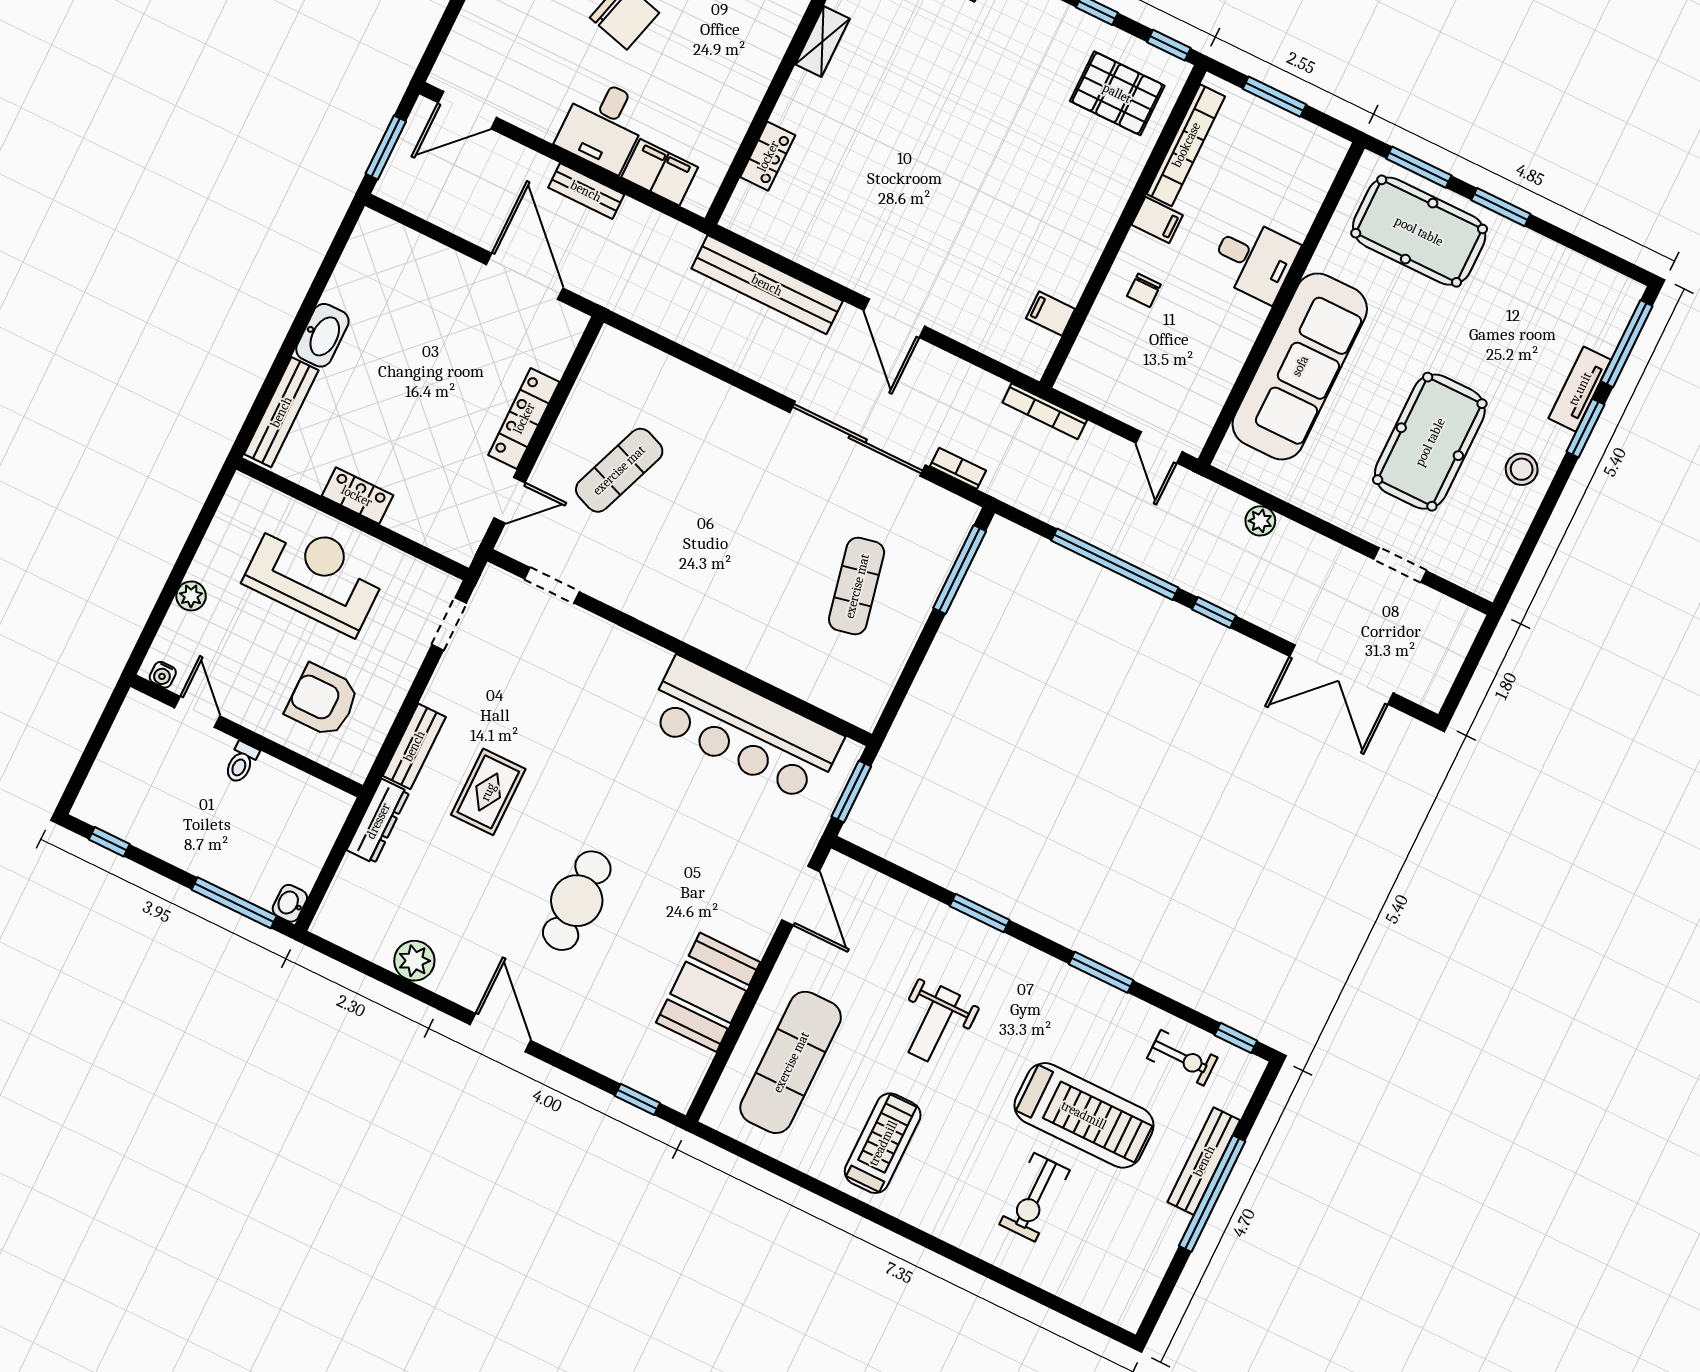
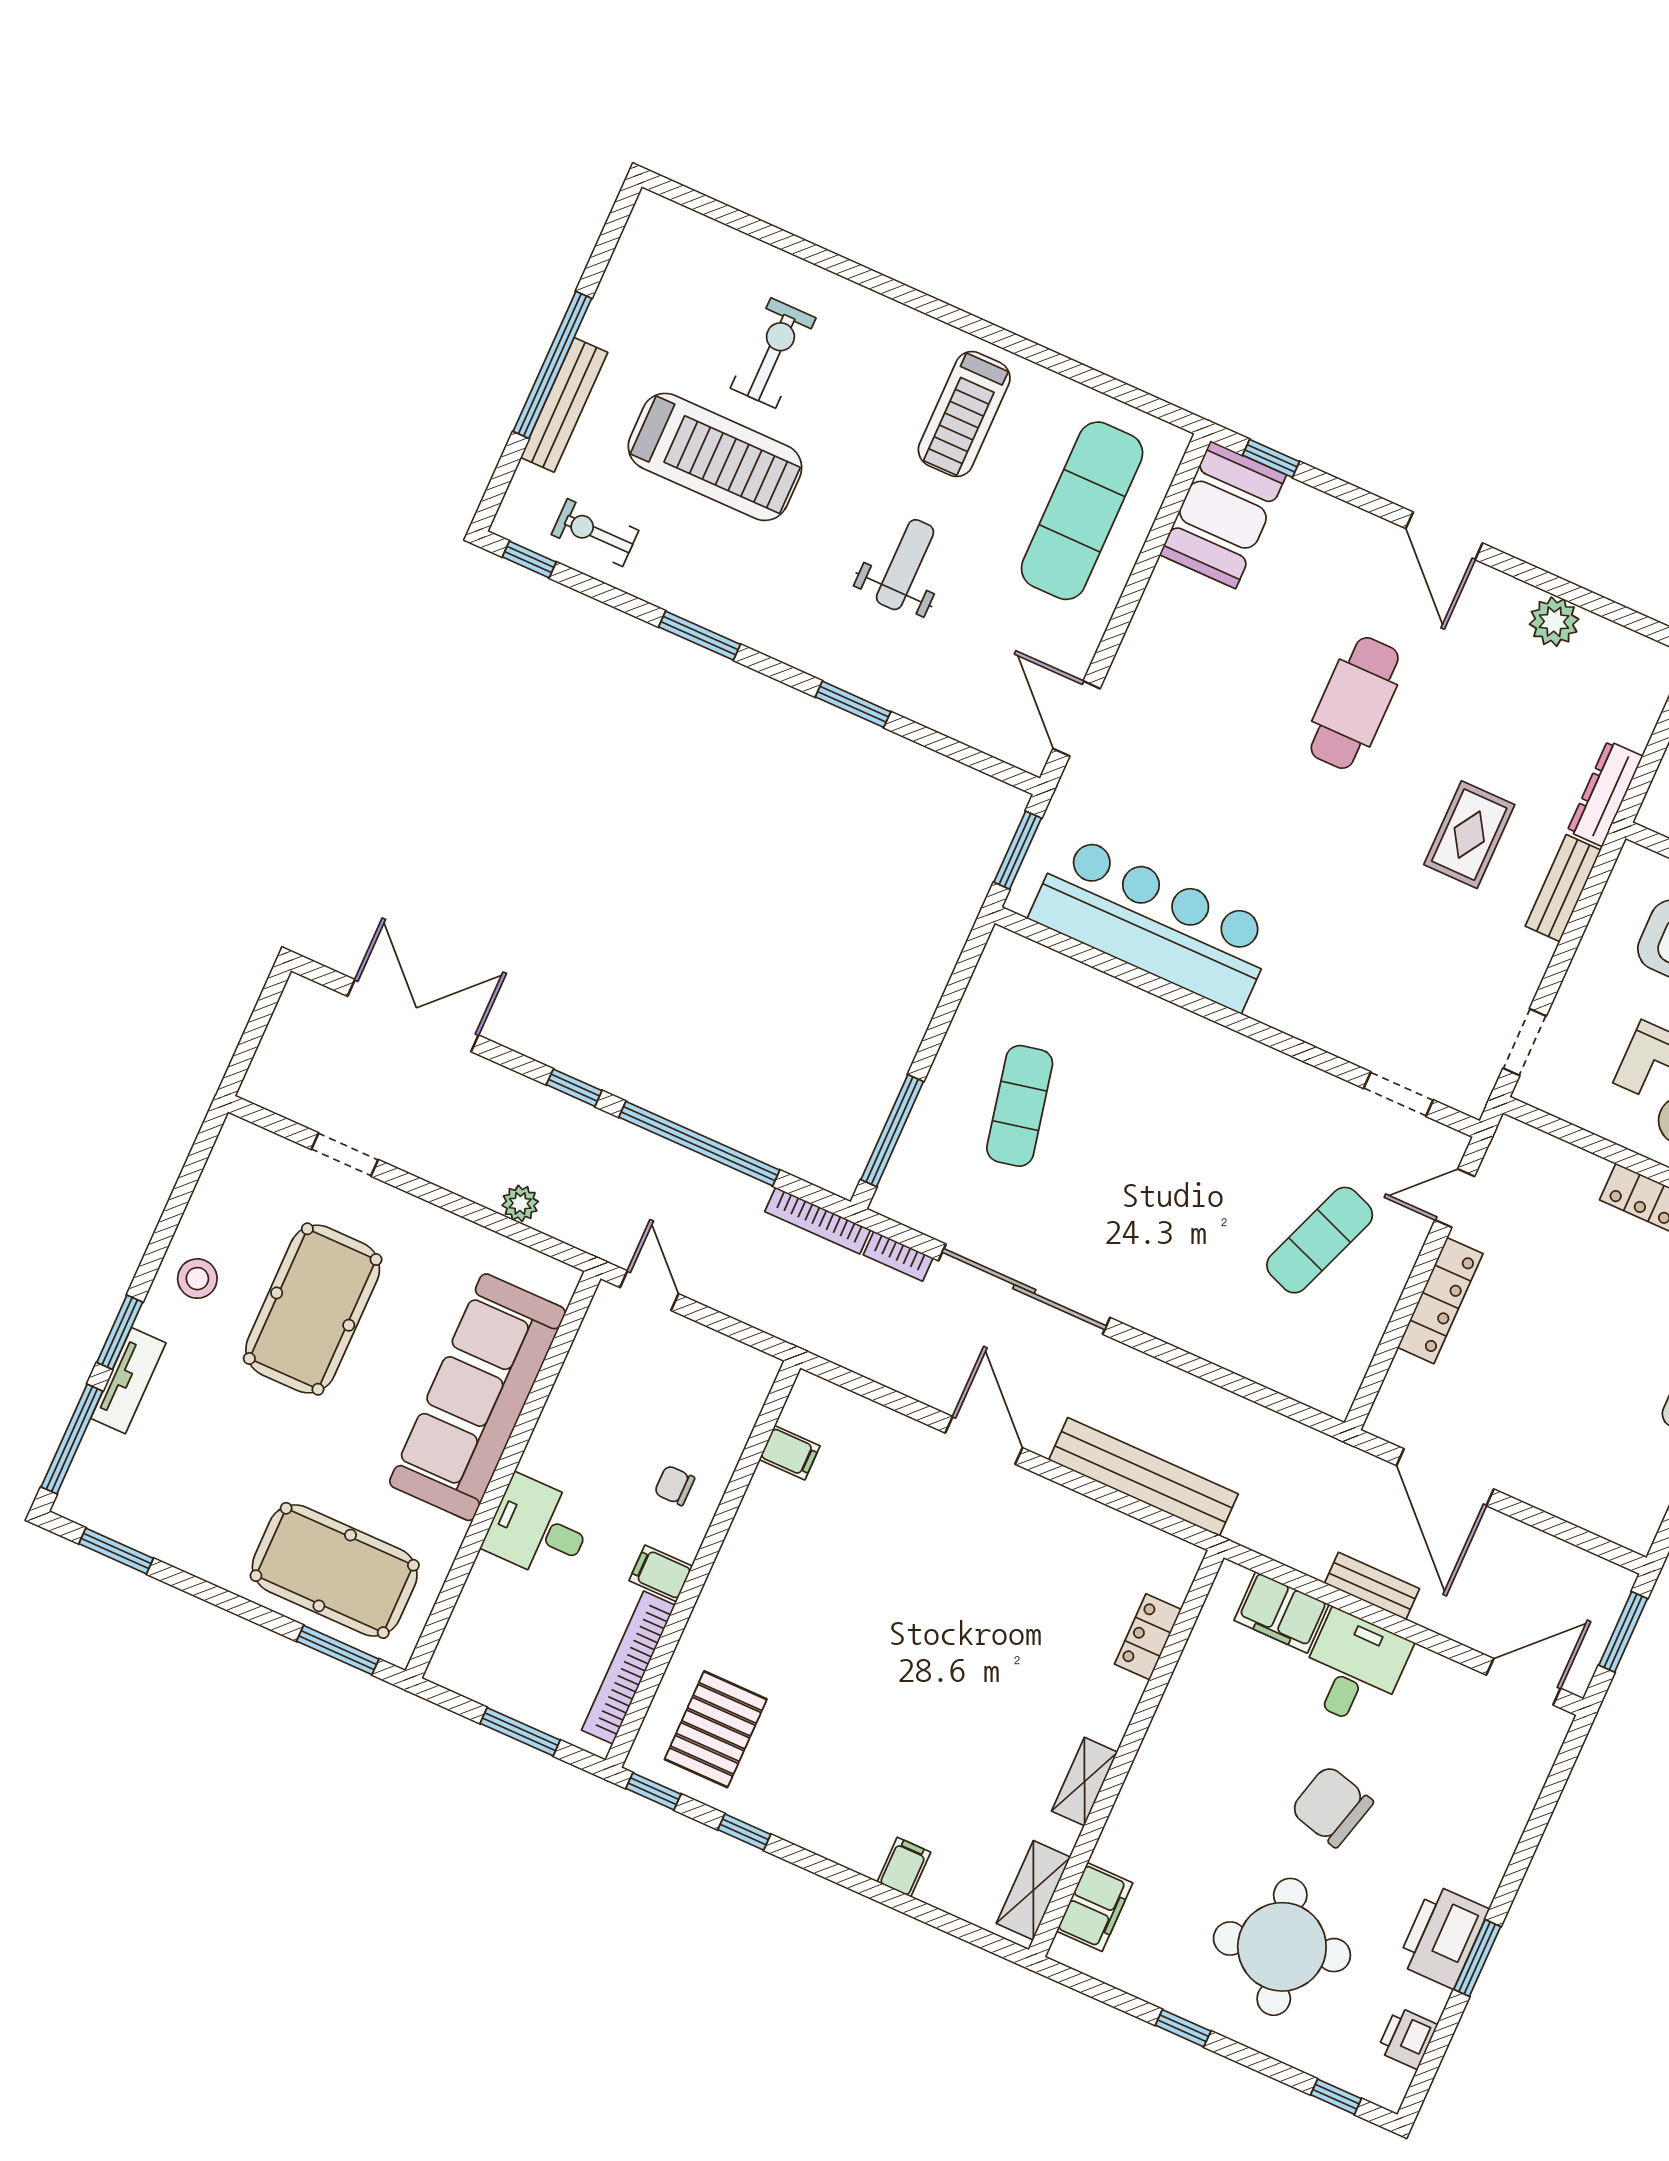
pallet: (1117, 93) -> (716, 1729), turned 90
window: (1501, 207) -> (116, 1551), moved
chair: (1144, 290) -> (674, 1485), turned -90
bookcase: (1045, 411) -> (818, 1221), moved, turned 180
booth: (708, 992) -> (1223, 515), moved
treadmill: (1084, 1115) -> (715, 457), turned 180

